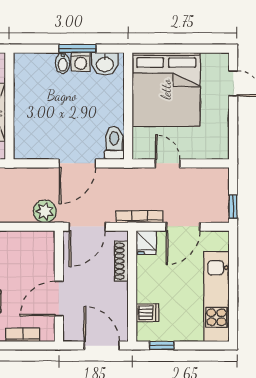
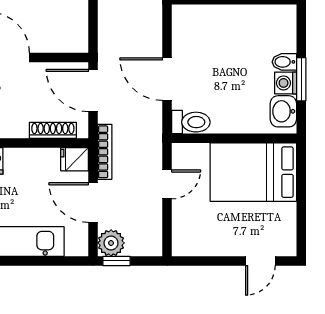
bed: (166, 89) -> (253, 172), width x0.73
plant: (45, 211) -> (111, 243), moved

